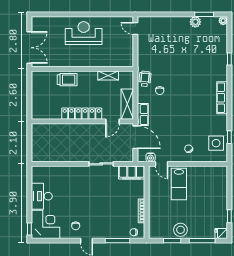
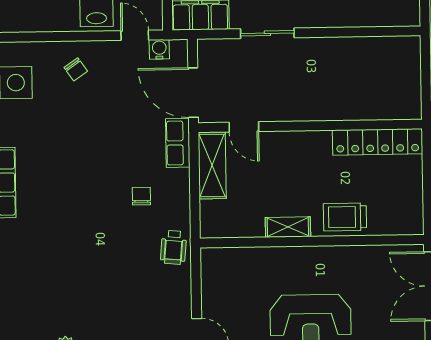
shelving: (108, 75) -> (288, 227), moved
wheelchair: (145, 79) -> (173, 247), moved
locker: (82, 114) -> (378, 142), moved
door: (113, 121) -> (244, 127), swing flipped

